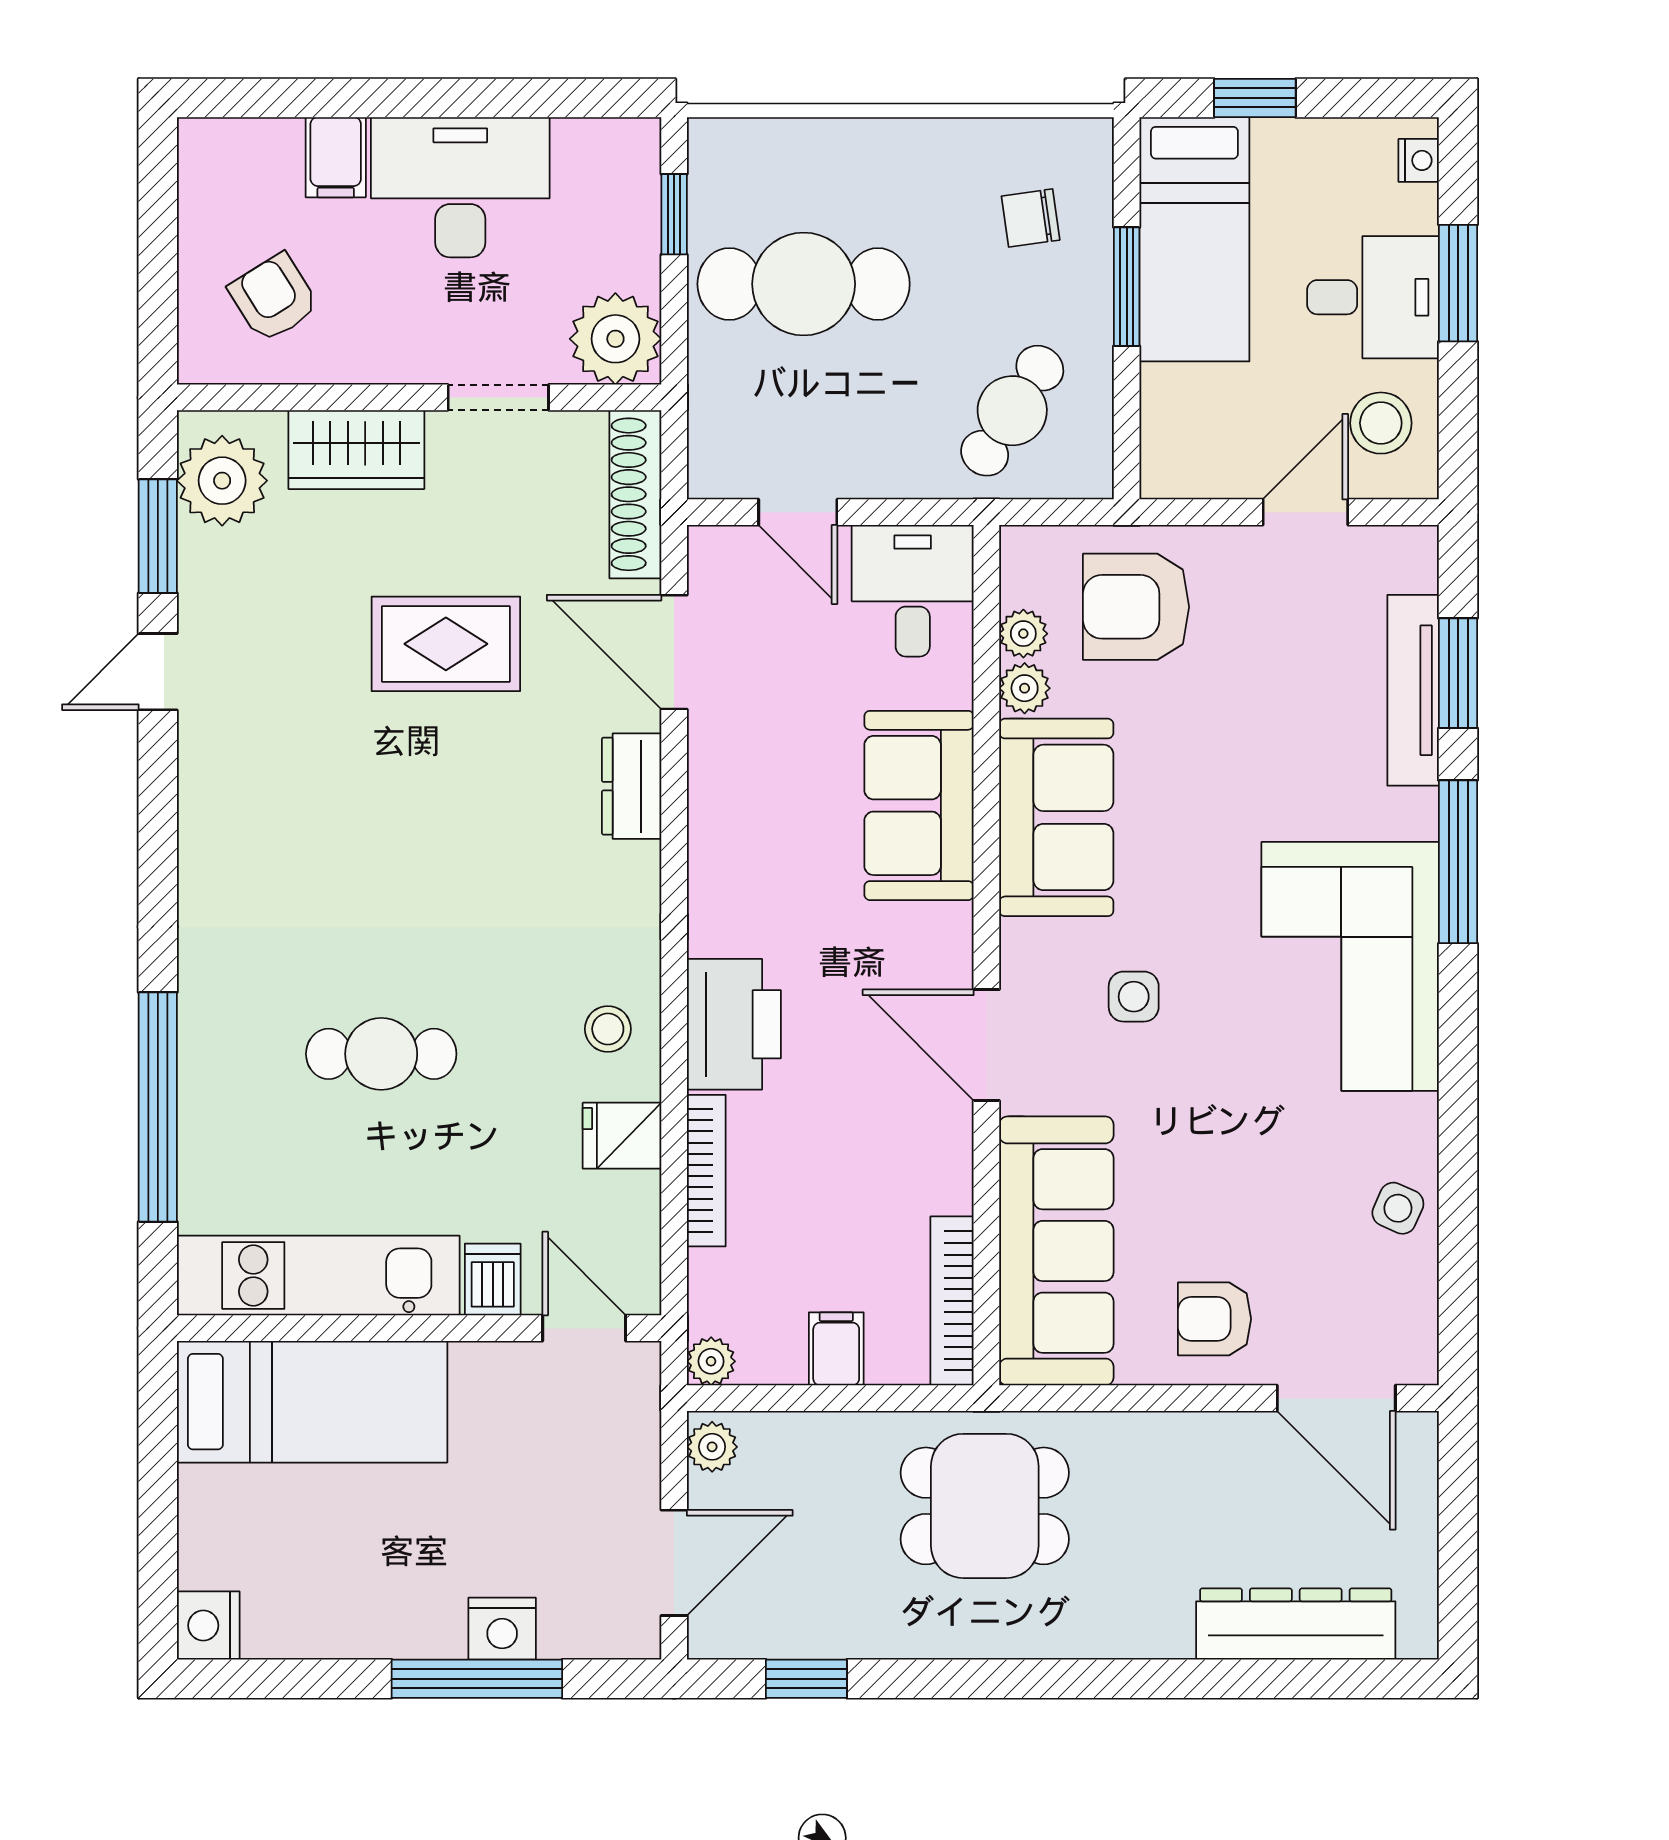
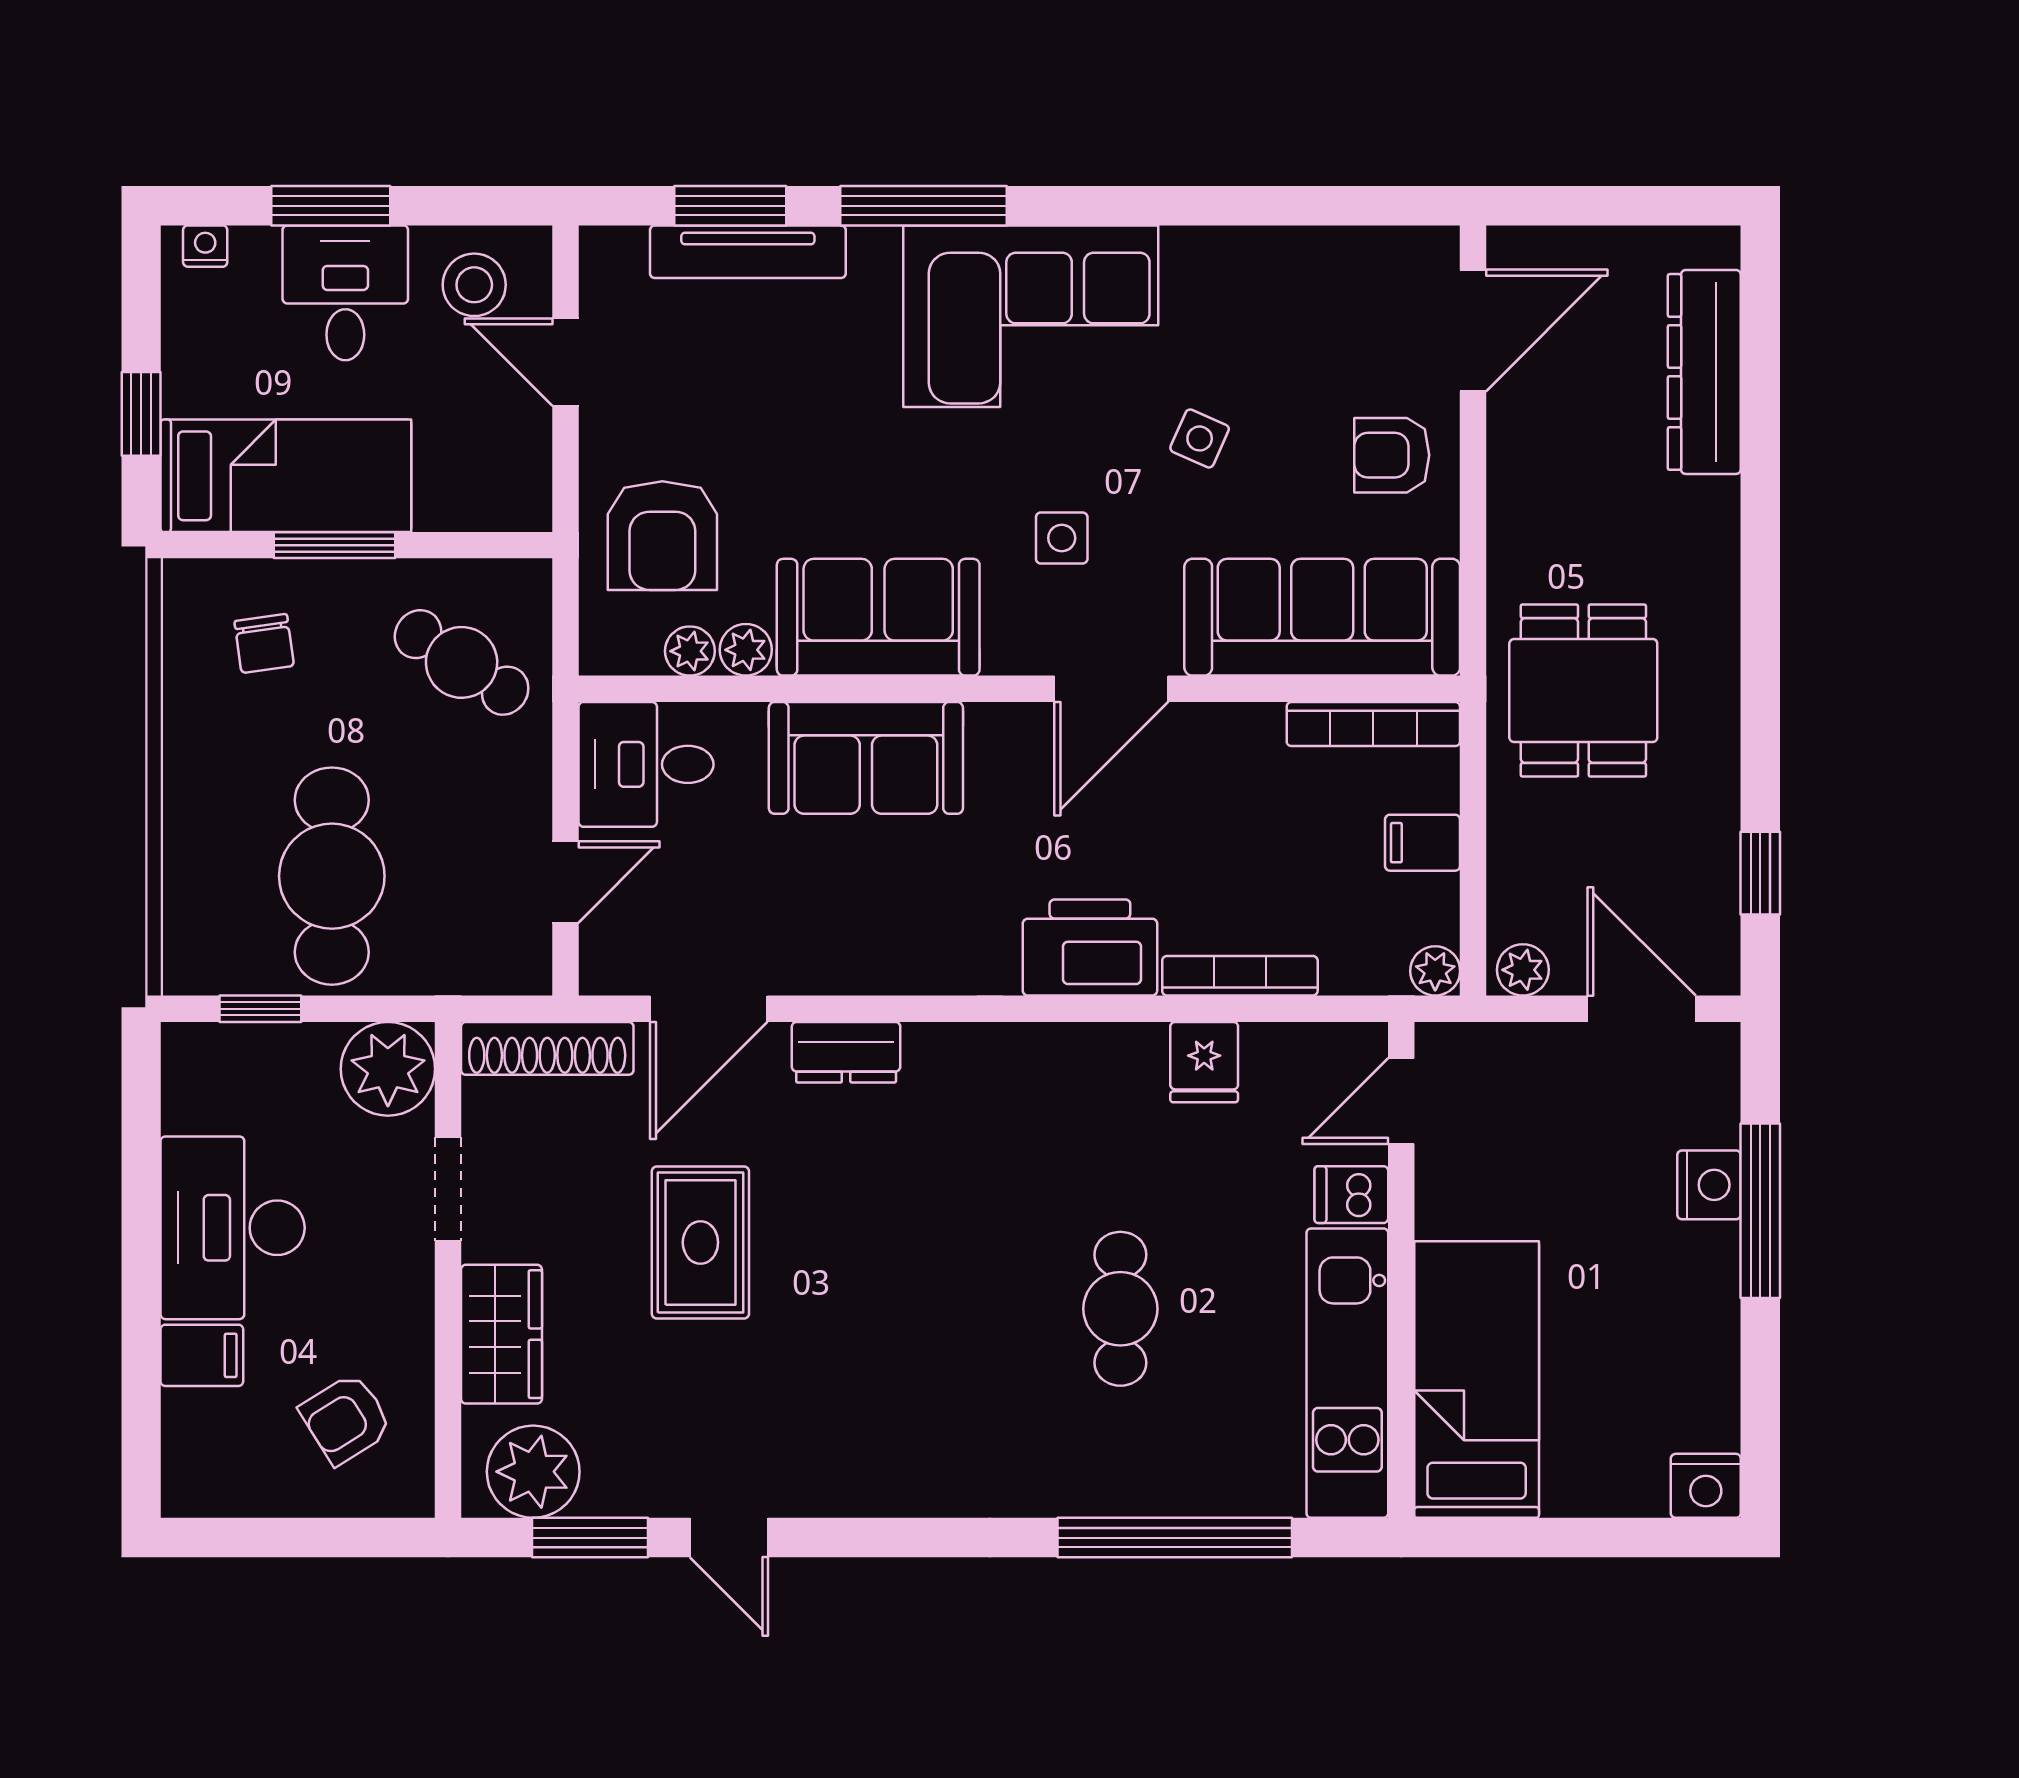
stool: (608, 1029) -> (1095, 1077), removed
side table: (1398, 1208) -> (1200, 438), moved
armchair: (1215, 1319) -> (1392, 455), turned 90

